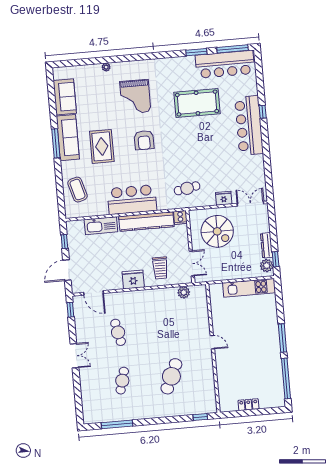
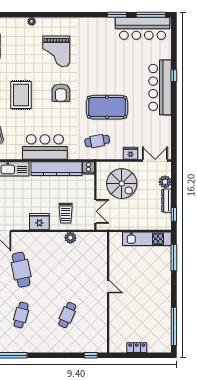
pool table: (197, 103) -> (107, 107), moved
plant: (267, 266) -> (165, 182), moved
plant: (184, 292) -> (70, 238), moved
cafe table: (118, 332) -> (21, 270), width x1.37, depth x1.35
window: (282, 338) -> (174, 258), moved
cafe table: (171, 376) -> (67, 315), width x0.73, depth x0.74

